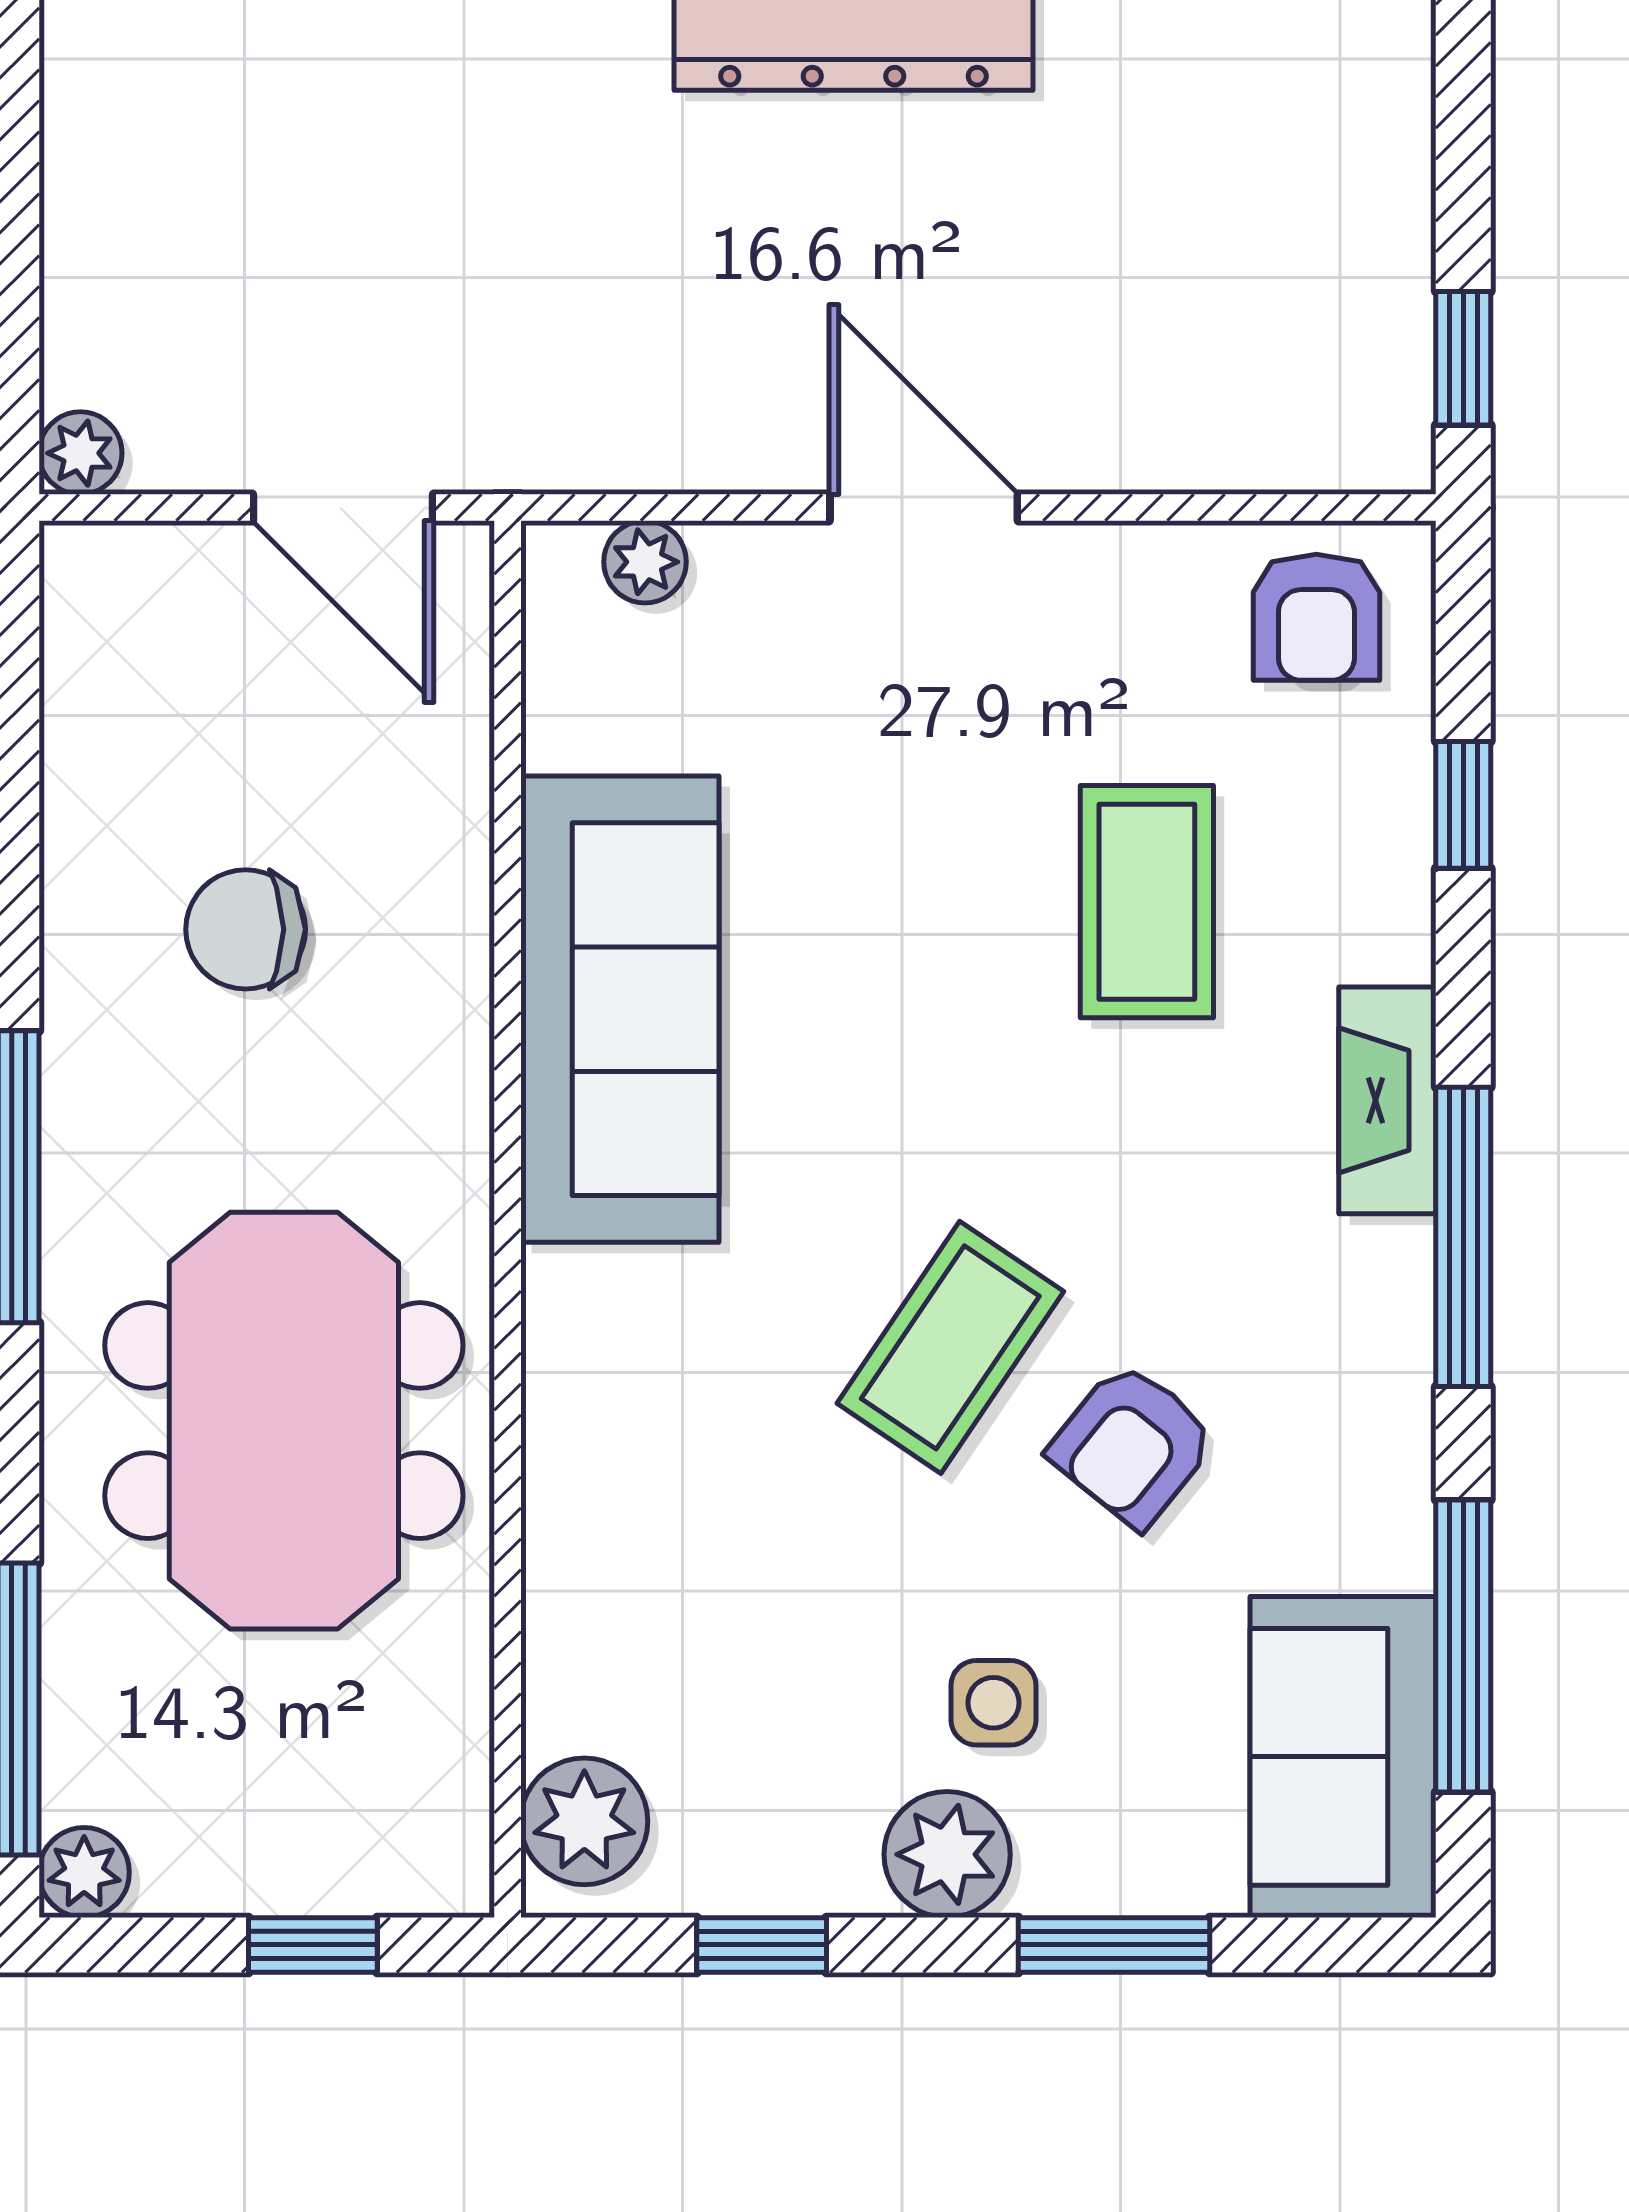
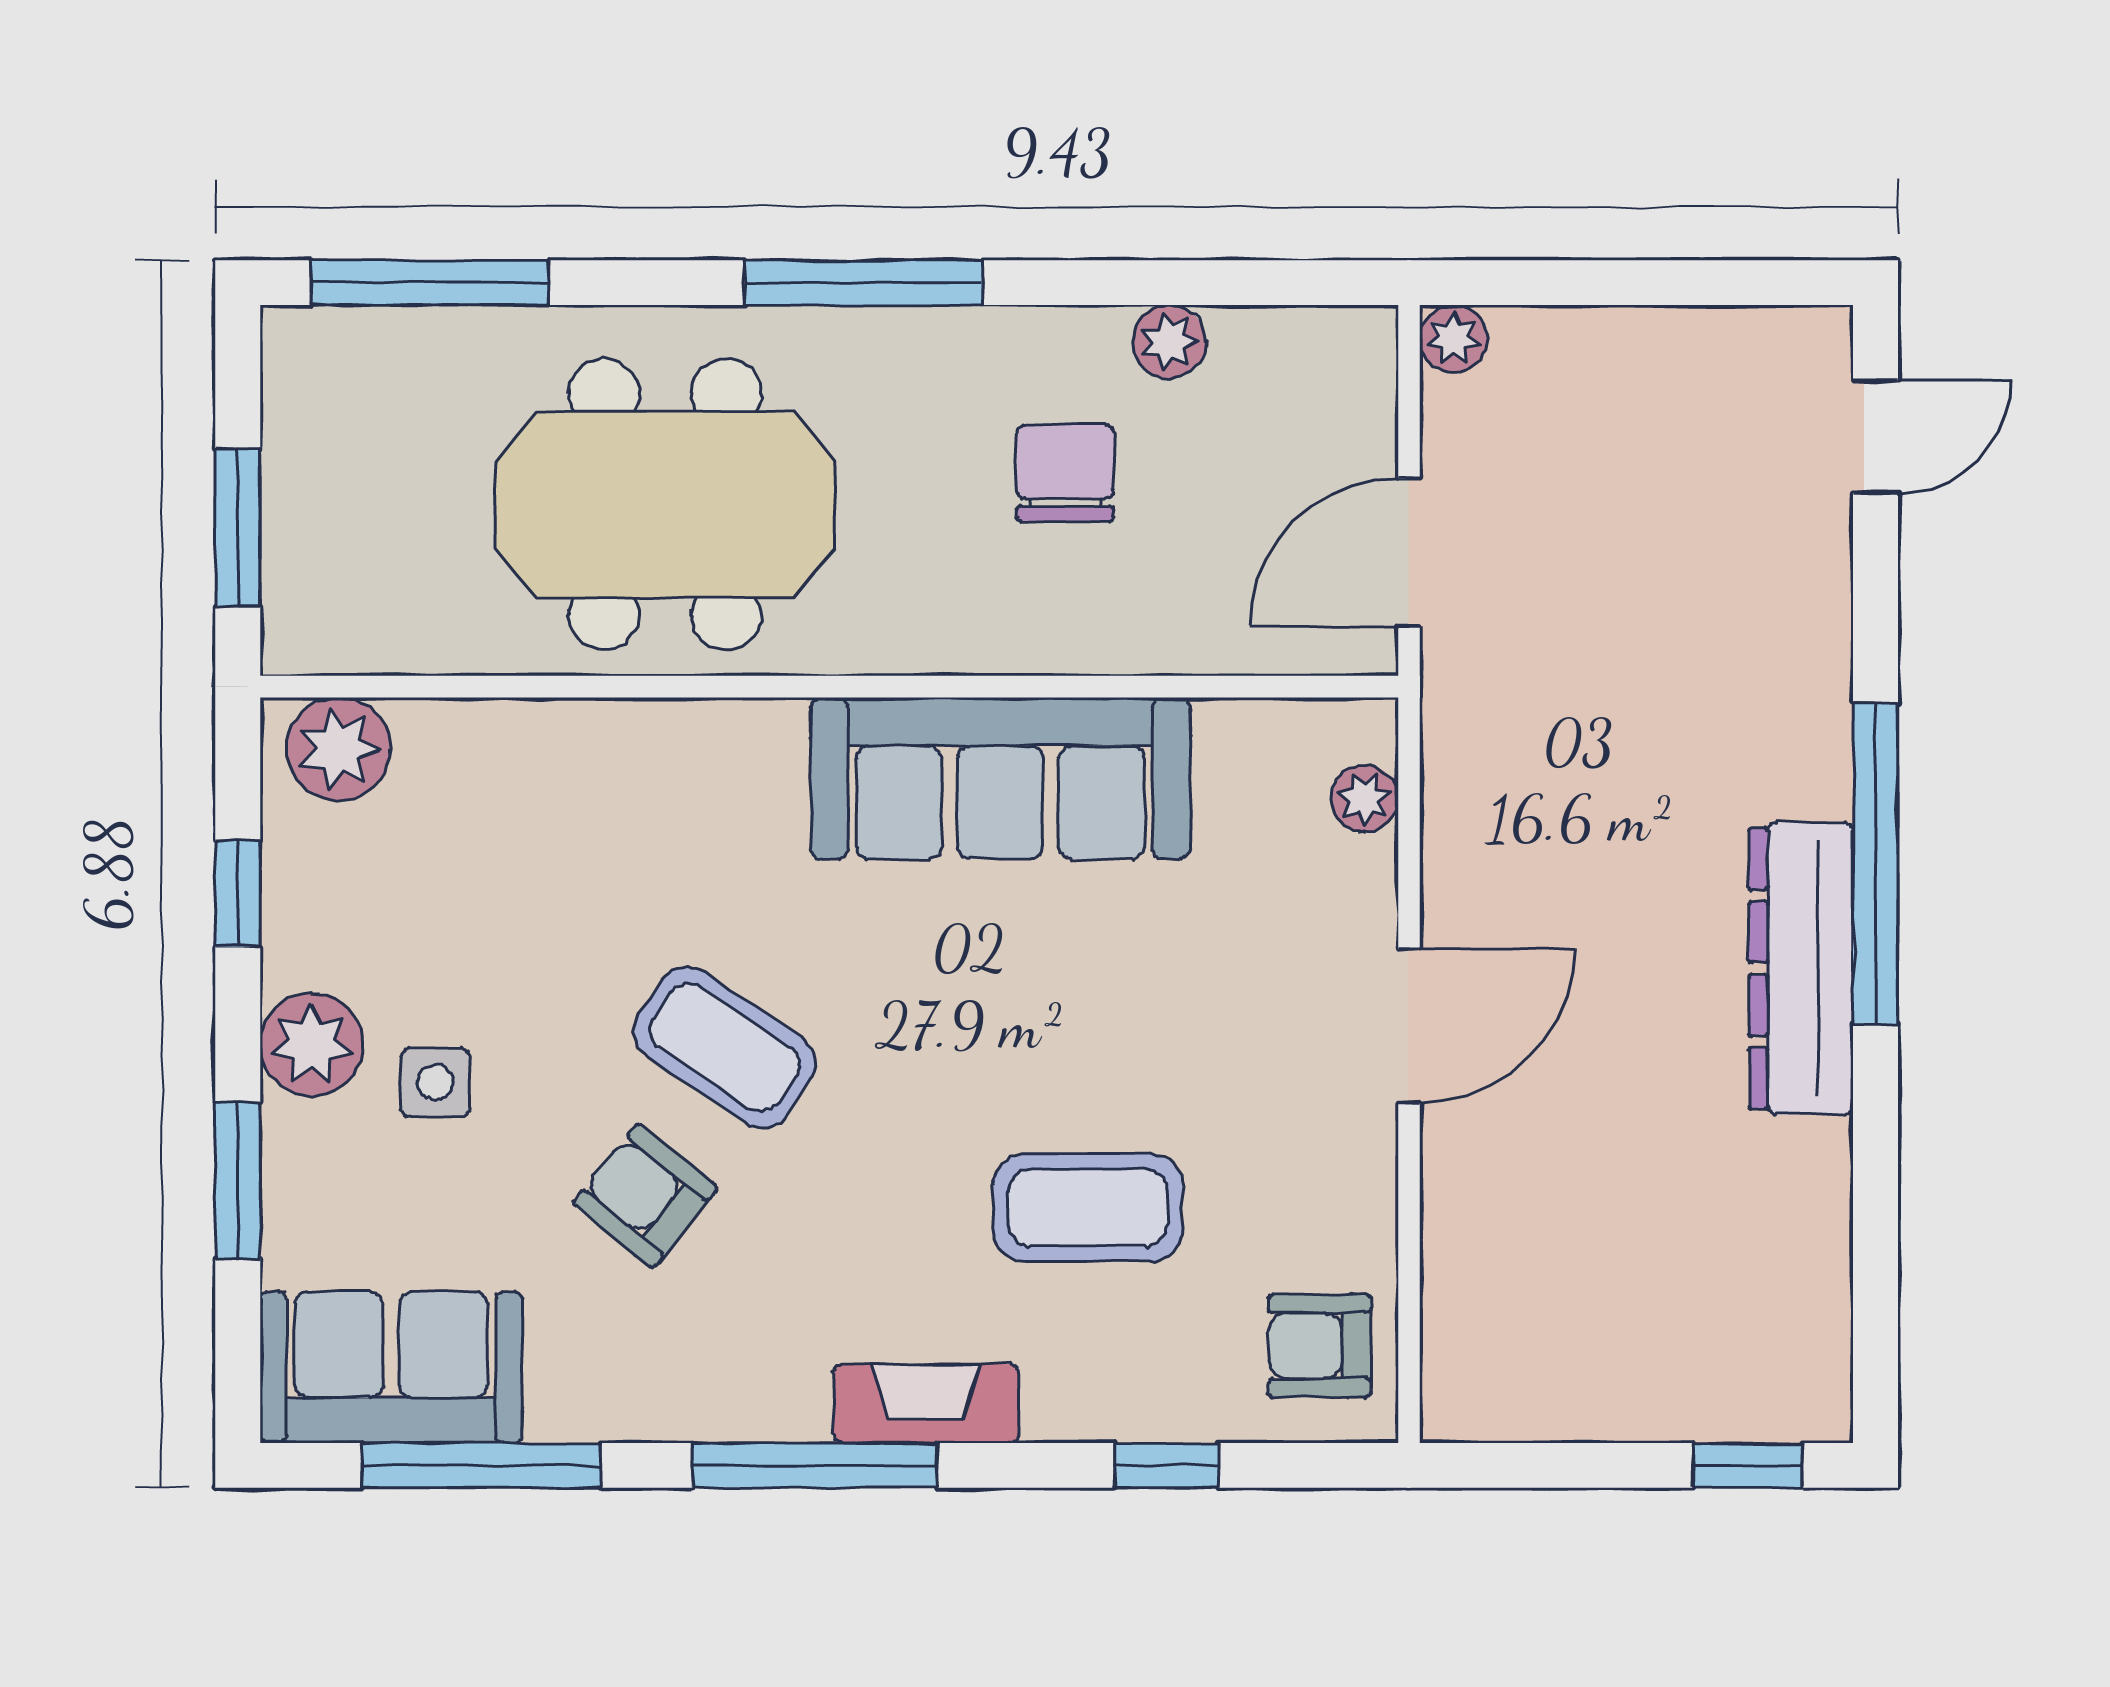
window: (1463, 358) -> (1748, 1465), moved
plant: (84, 1872) -> (1169, 342), moved
window: (313, 1945) -> (238, 528), width x1.50

